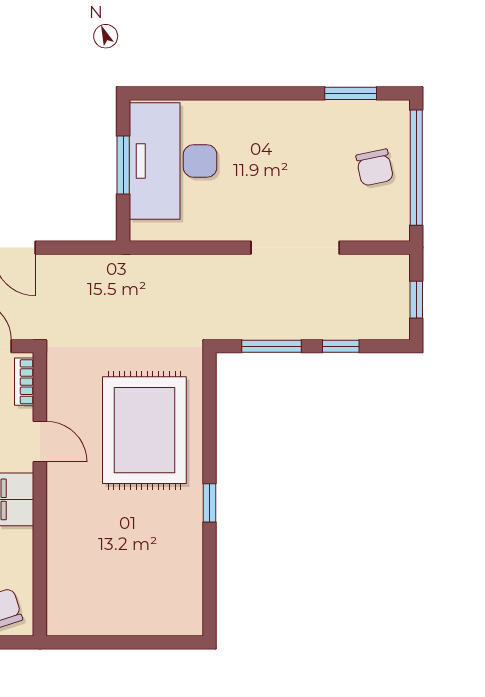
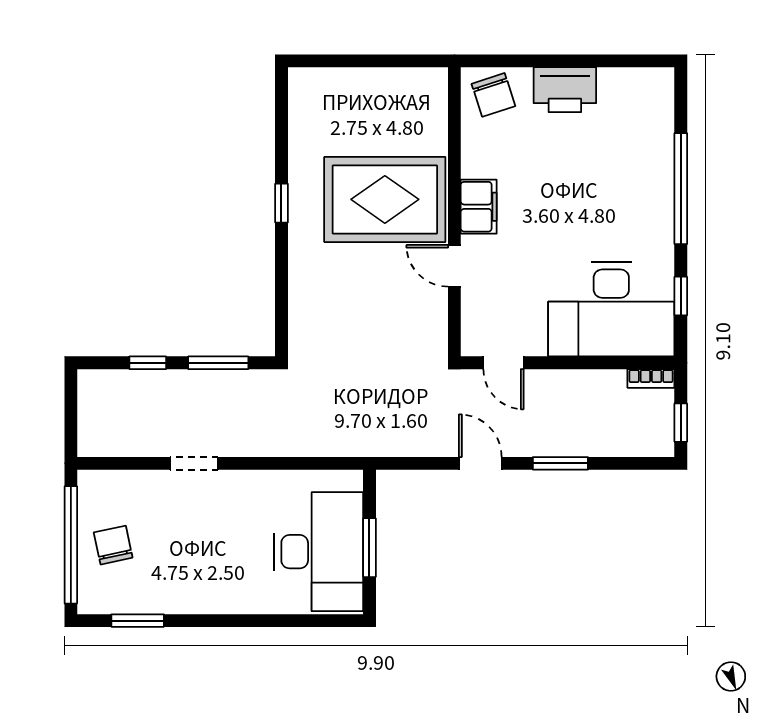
doorway: (295, 248) -> (194, 463), width x0.53
window: (416, 300) -> (71, 410), removed
bookcase: (24, 382) -> (470, 327), removed
rug: (144, 430) -> (385, 199), moved, turned 90

